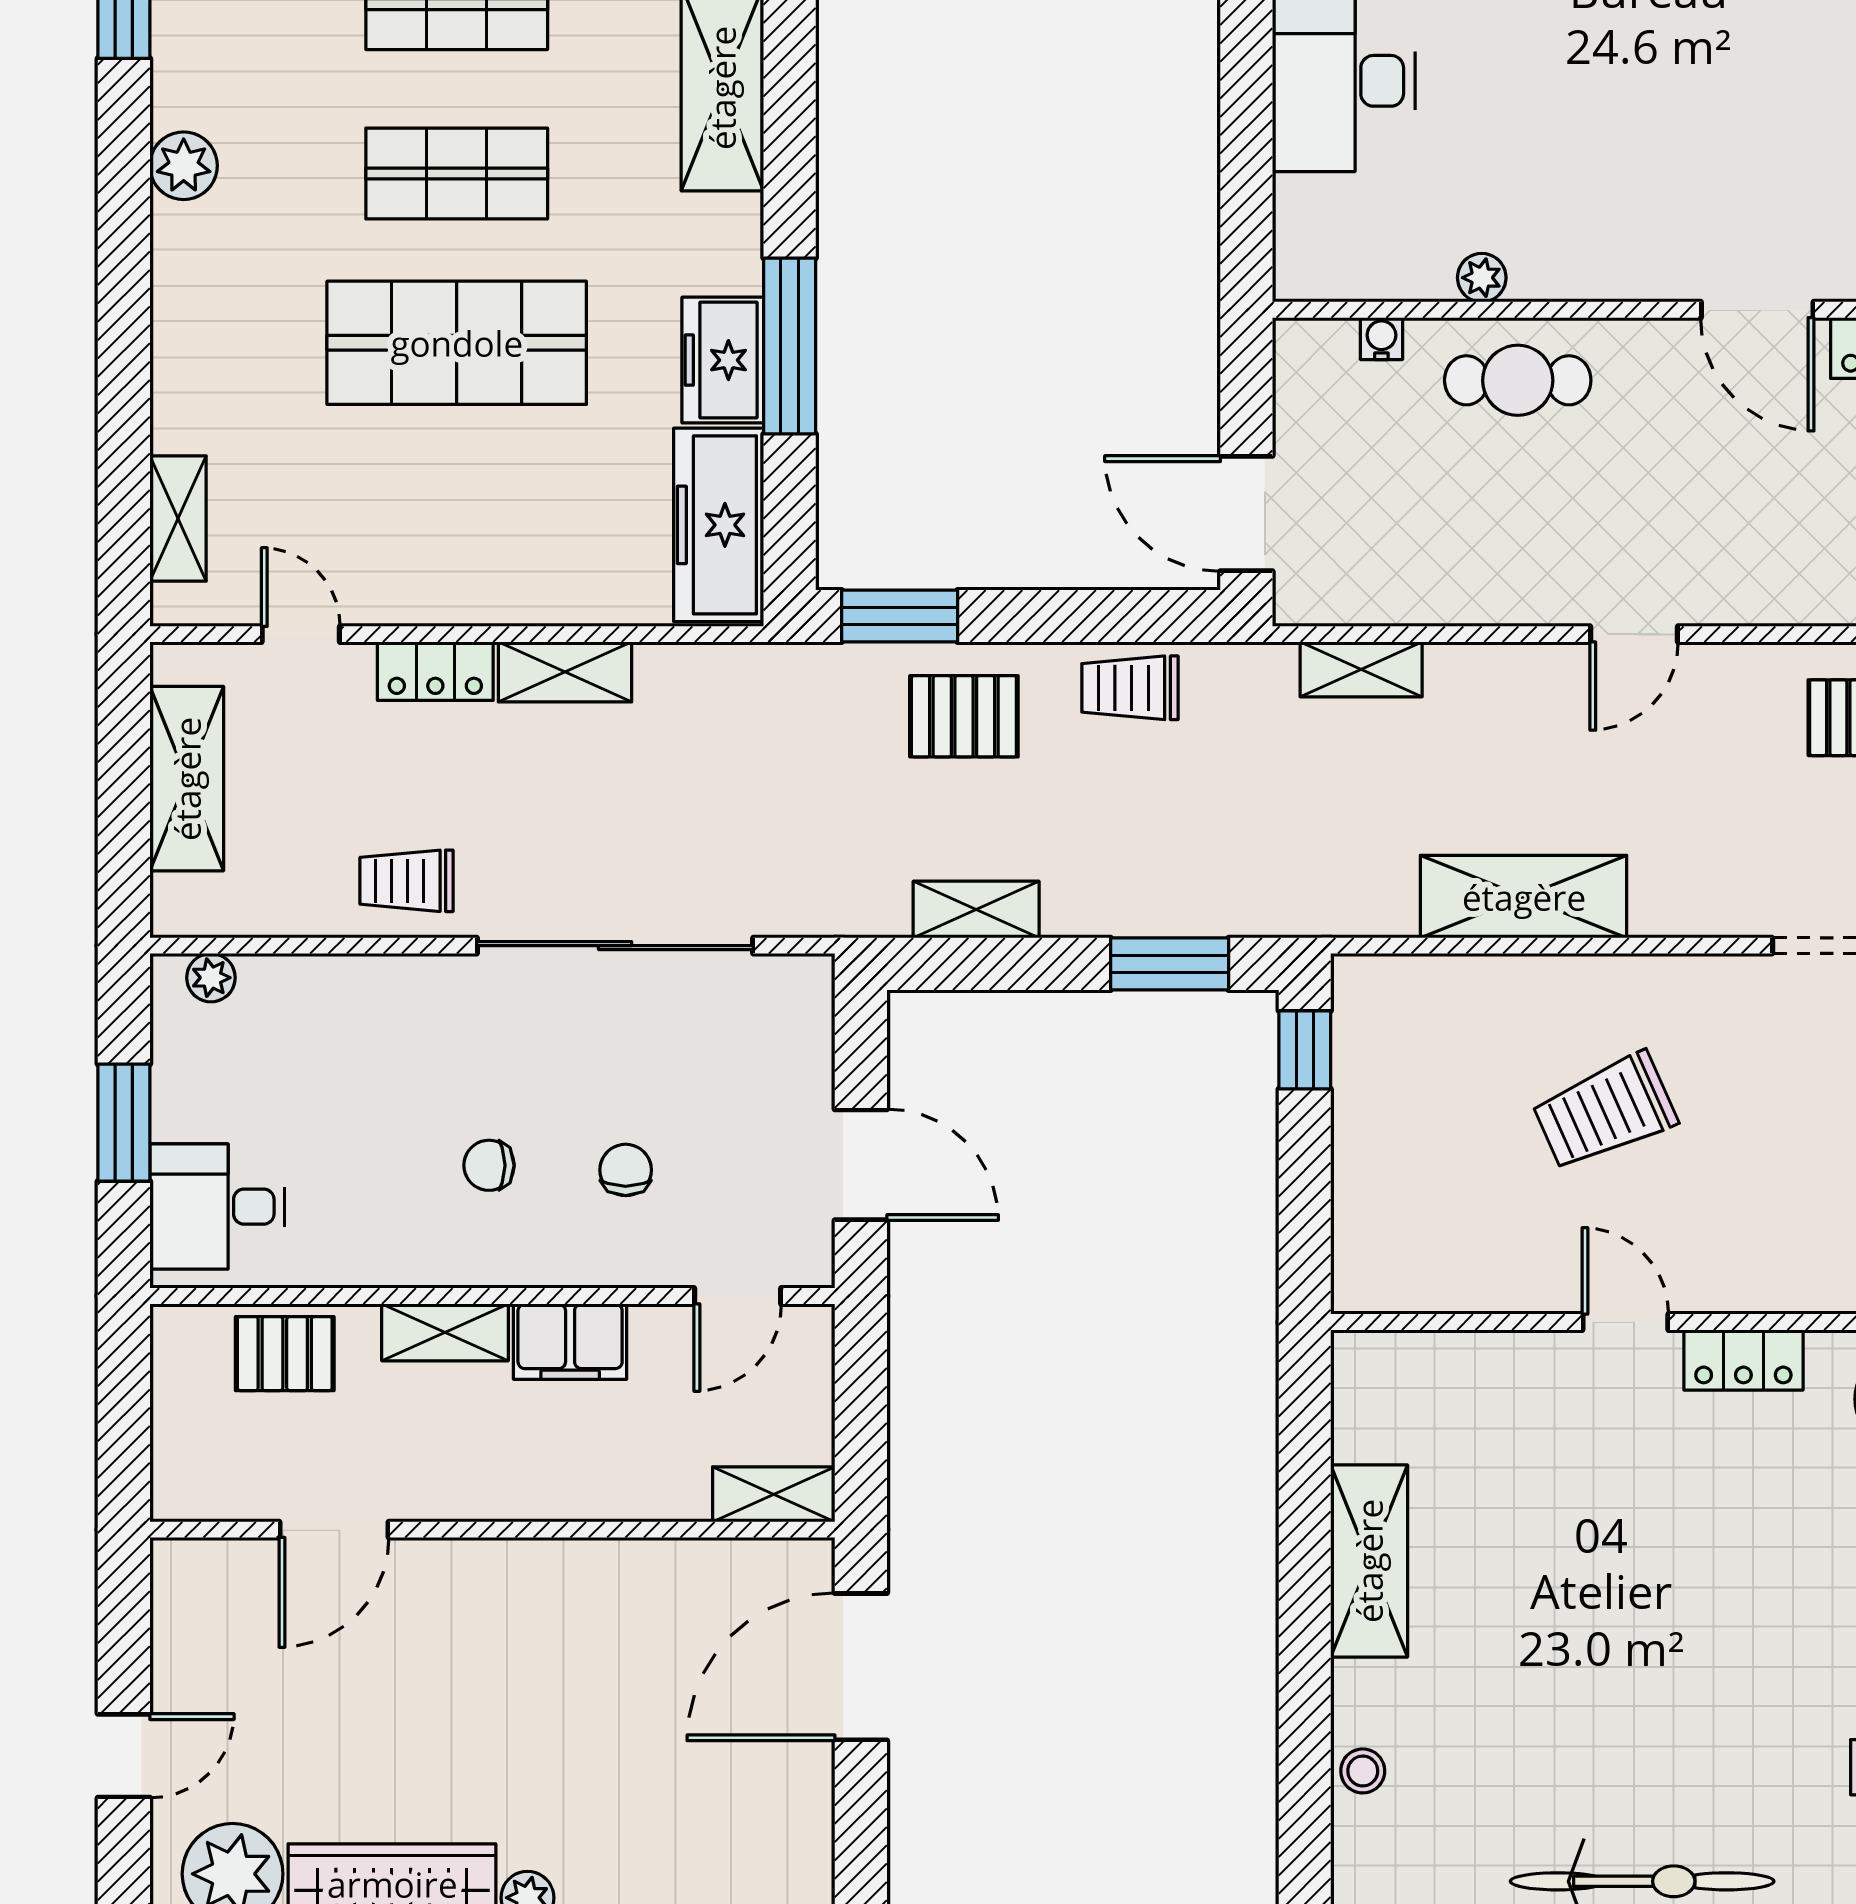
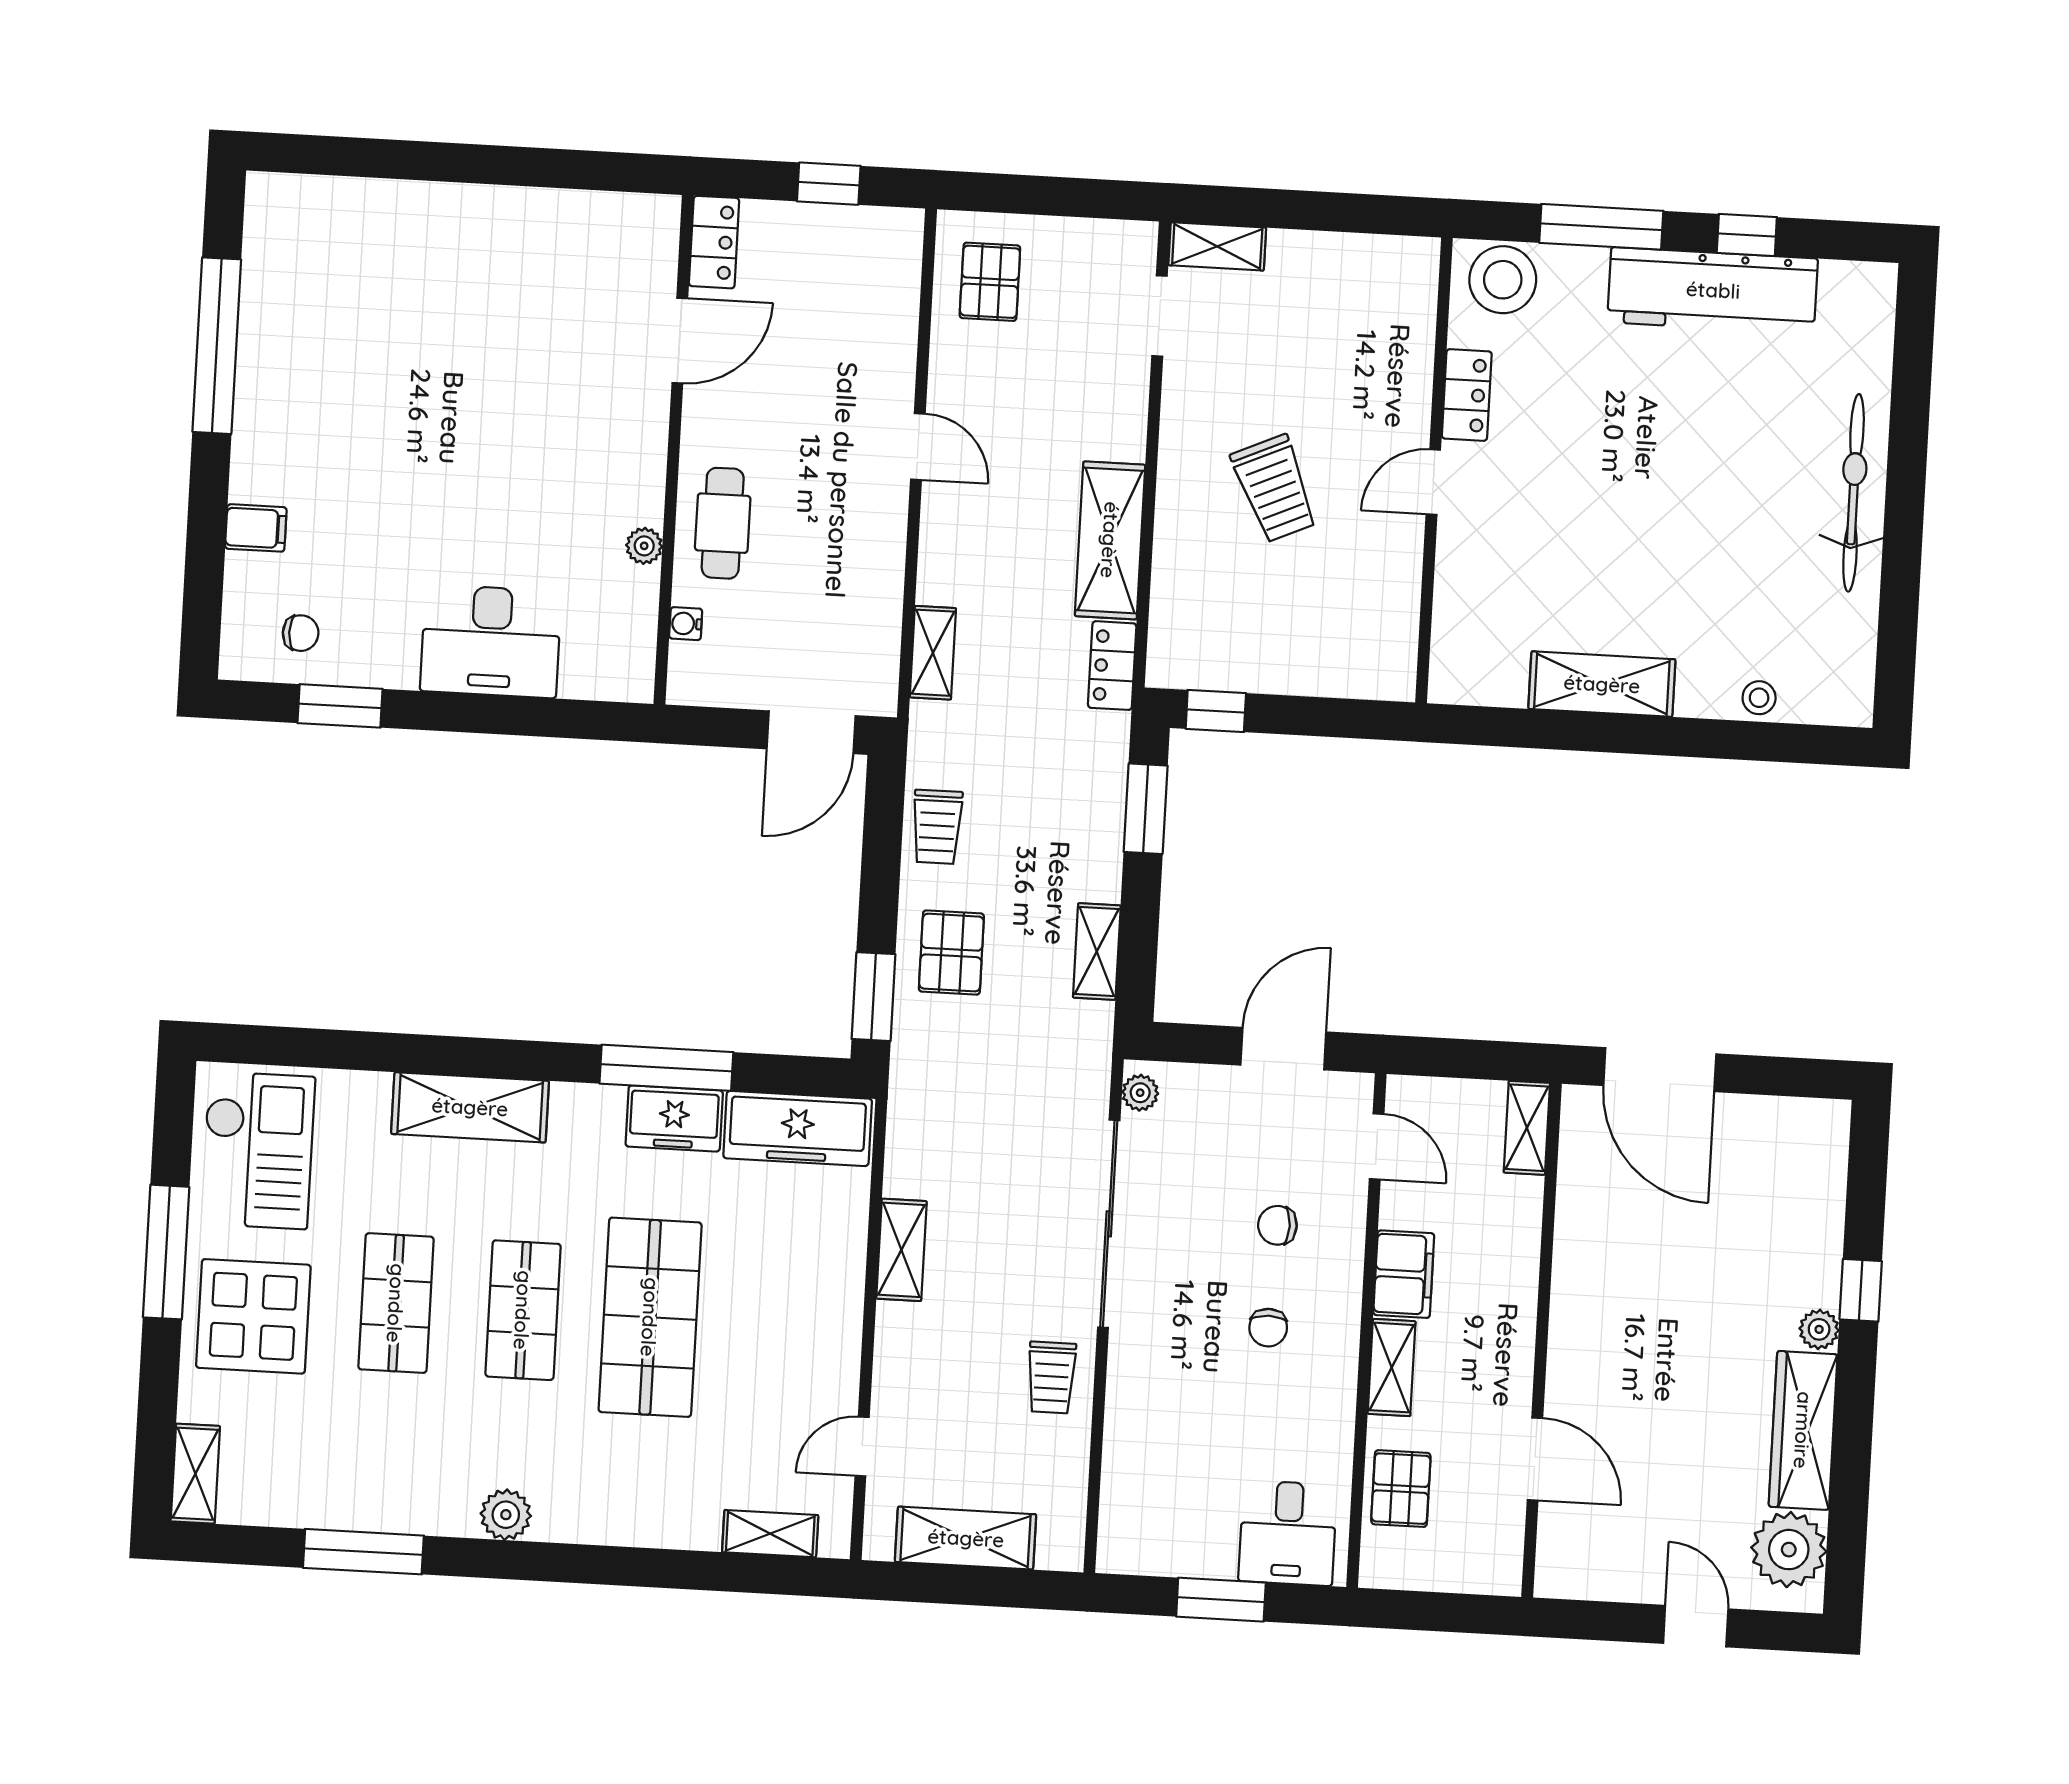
locker: (435, 671) -> (1112, 666), moved, turned 180
plant: (211, 978) -> (1140, 1093), moved

